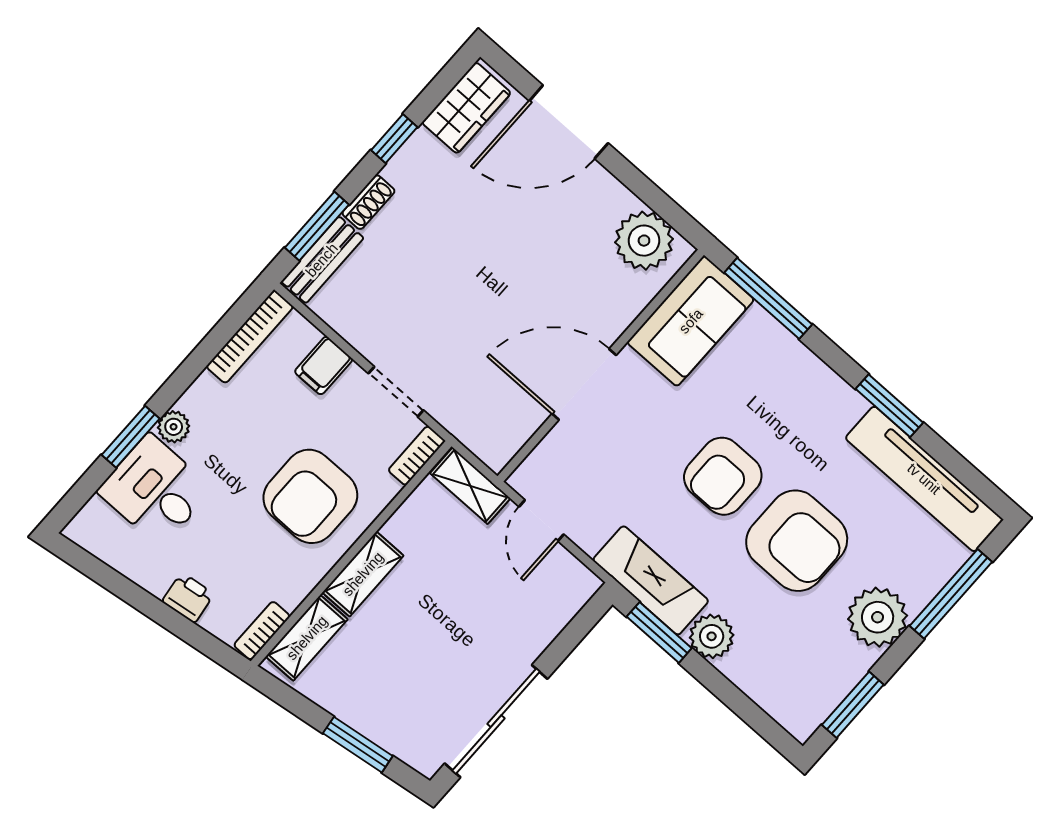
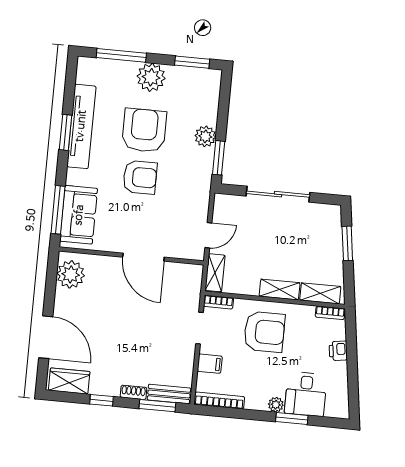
sofa: (691, 321) -> (79, 215), moved, turned 90
tv unit: (924, 479) -> (81, 126), moved
fireplace: (651, 580) -> (201, 176), removed
sliding door: (496, 721) -> (278, 194), moved

